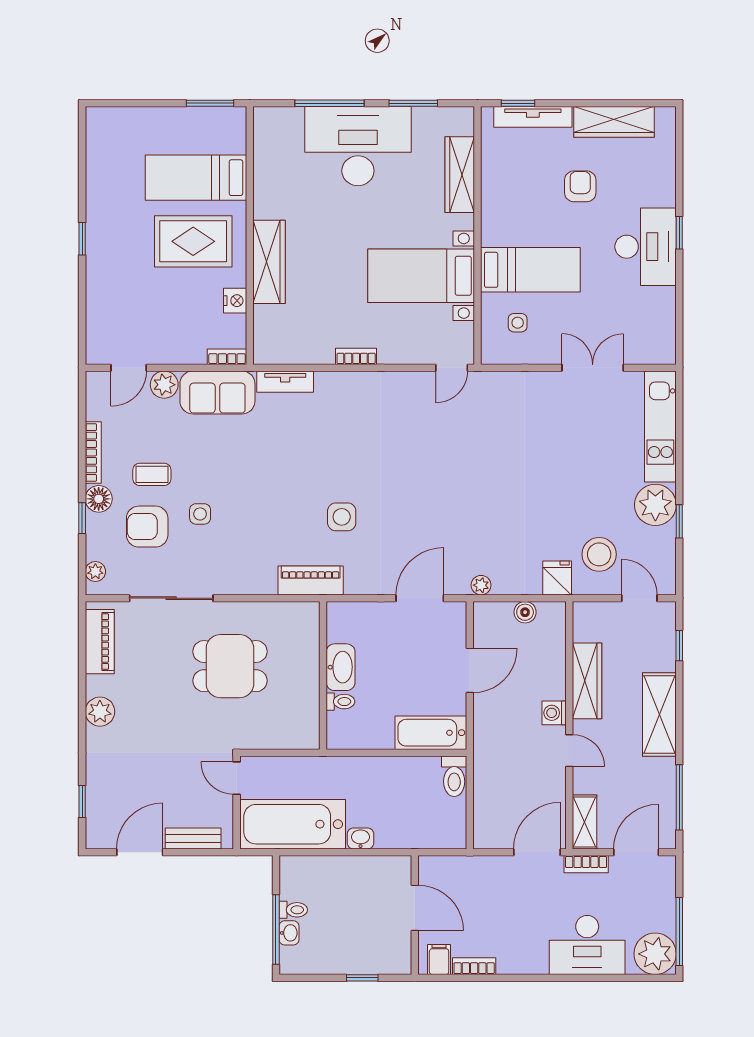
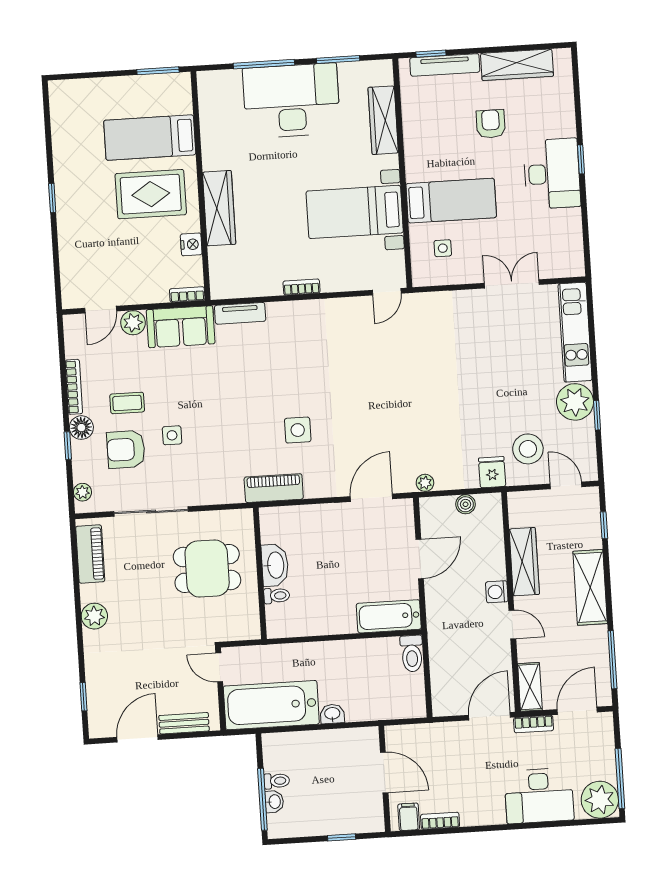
washbasin: (341, 667) -> (275, 565), moved
wall: (323, 675) -> (260, 573), moved
toilet: (340, 702) -> (277, 596), moved

